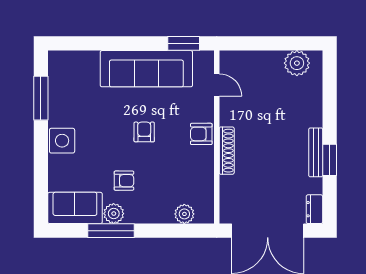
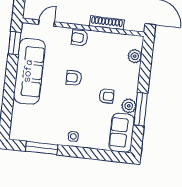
armchair: (201, 134) -> (80, 38), turned 90
side table: (62, 141) -> (73, 136), width x0.54, depth x0.54
shoe rack: (227, 151) -> (107, 23), moved
armchair: (124, 181) -> (106, 96), turned 90

